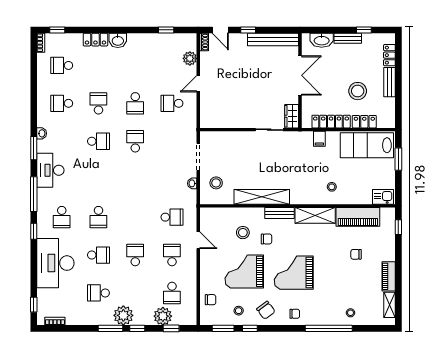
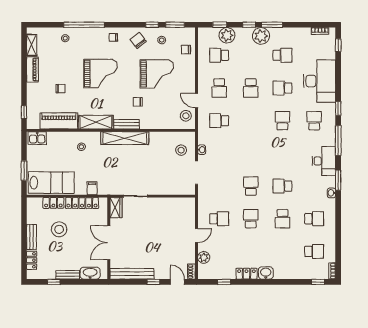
locker: (95, 40) -> (246, 274), moved
school desk: (135, 141) -> (251, 186), turned 180
shelving: (262, 197) -> (125, 138), moved
stool: (243, 233) -> (186, 116), moved
grand piano: (294, 273) -> (101, 74), moved
school desk: (172, 293) -> (219, 55), turned -90

